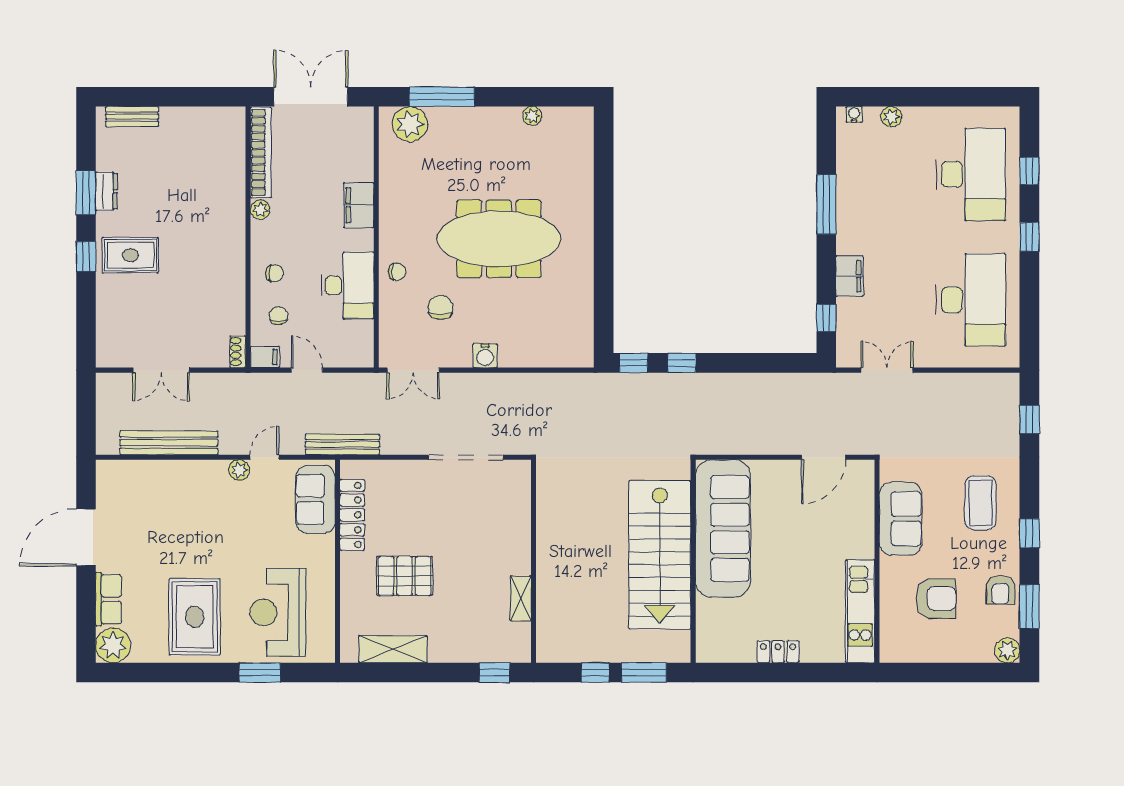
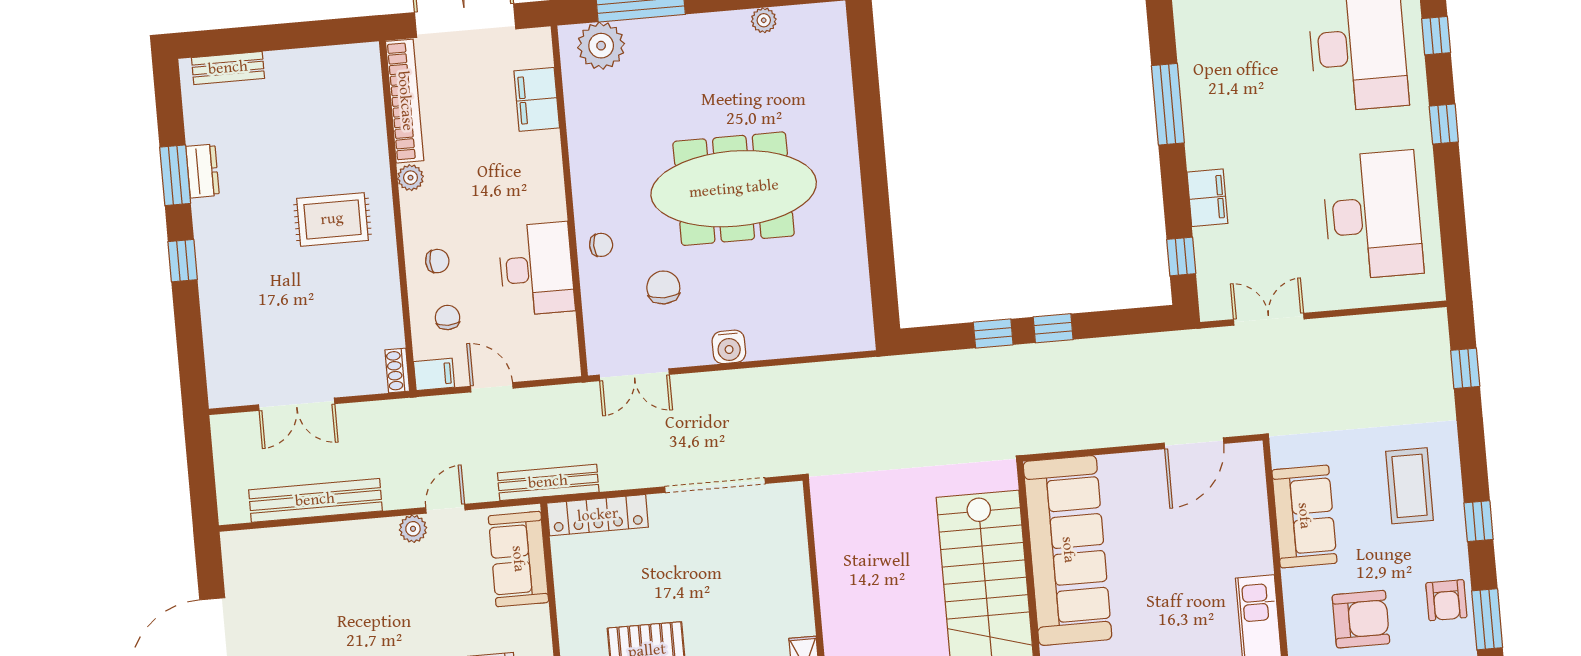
filing cabinet: (359, 205) -> (537, 99), moved
rug: (130, 255) -> (332, 219), moved
window: (633, 363) -> (1053, 328), moved
locker: (352, 515) -> (598, 515), moved, turned 90

